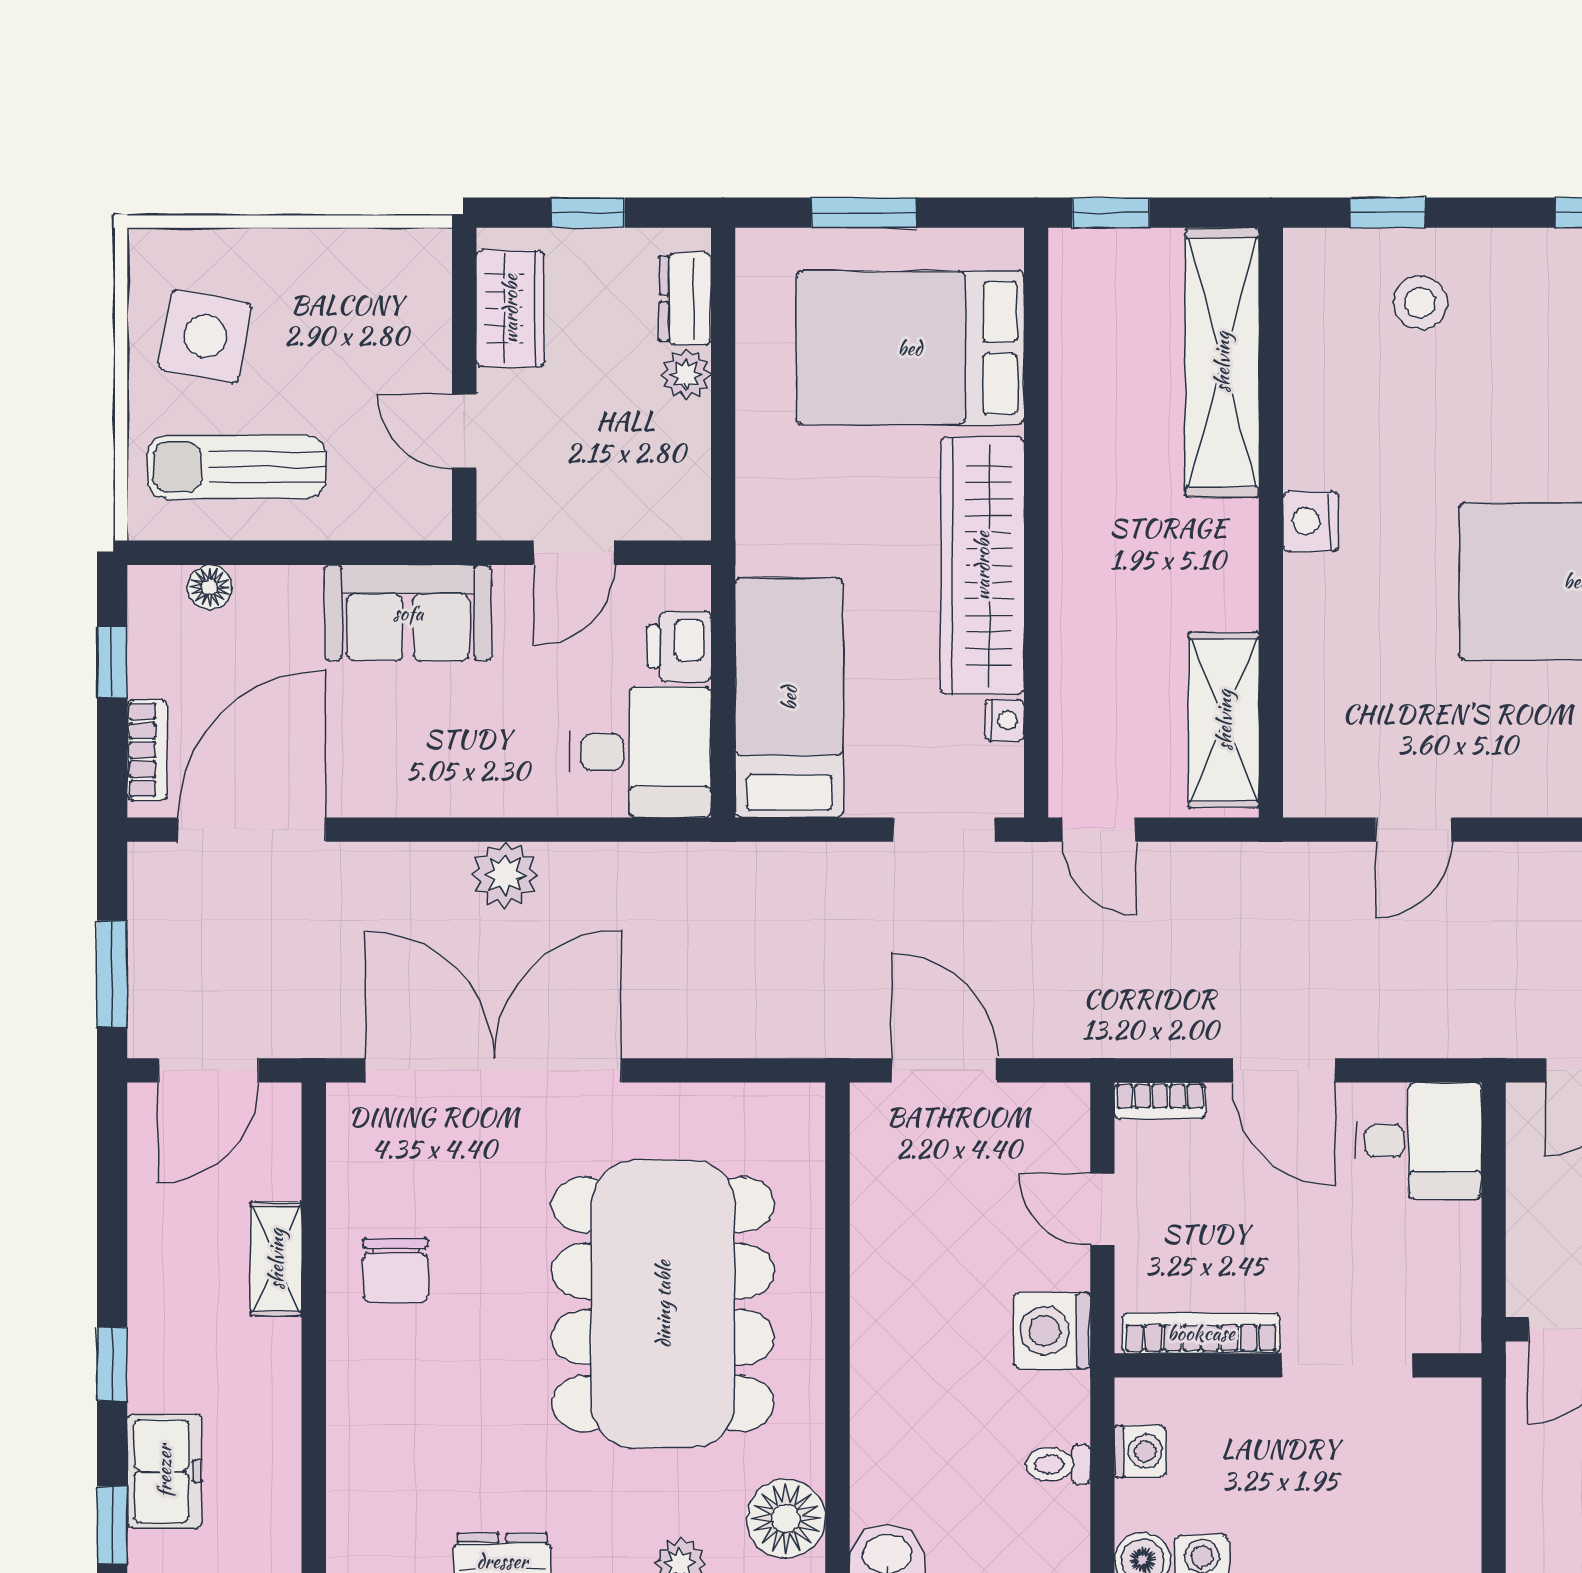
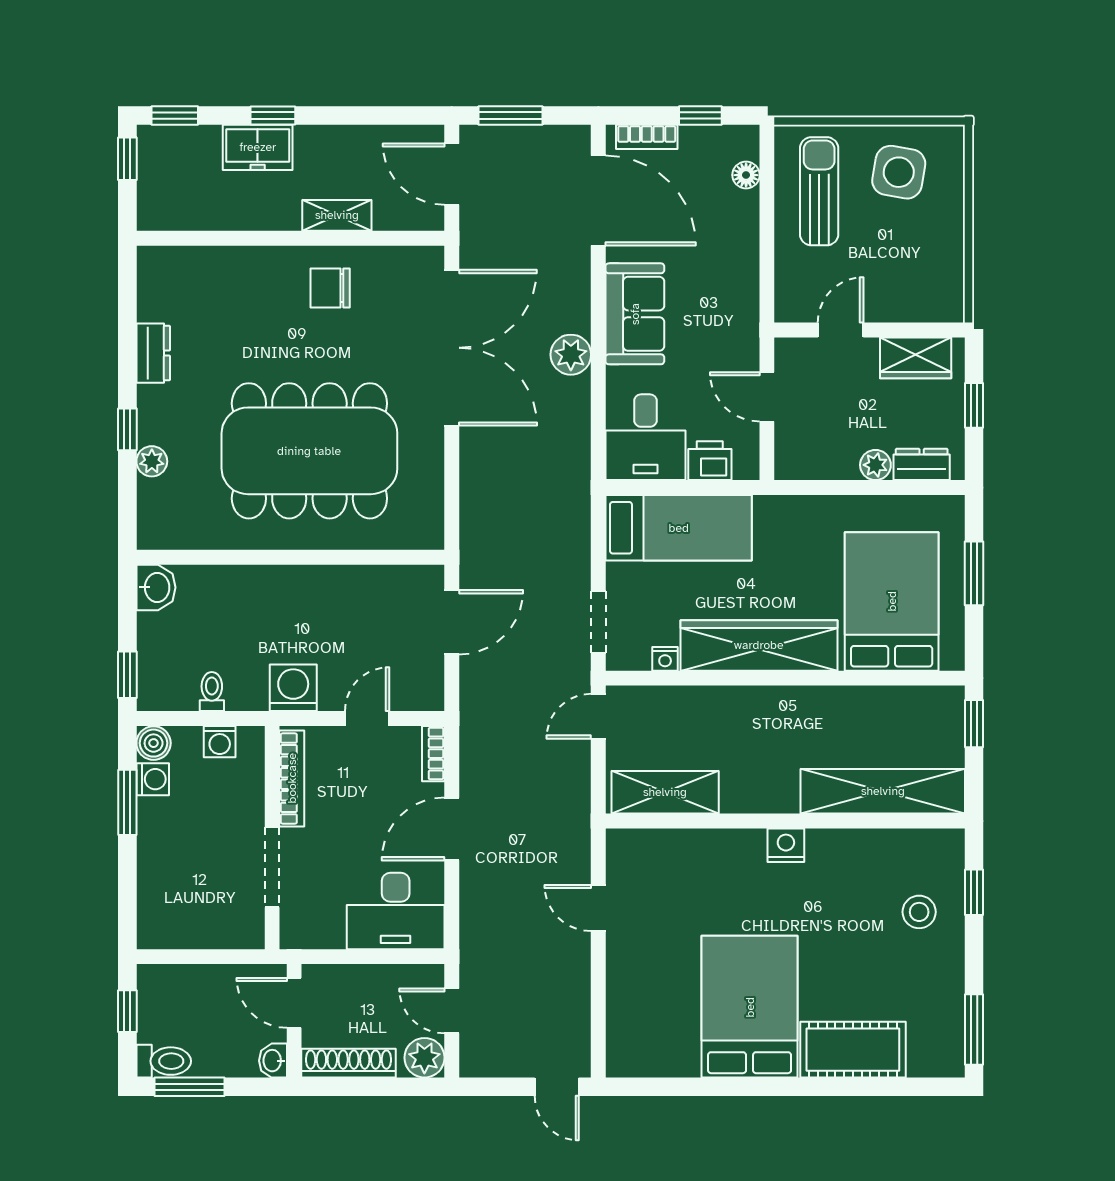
sofa: (408, 613) -> (635, 314), moved, turned 180
desk: (1419, 1141) -> (396, 911), width x1.37
freezer: (164, 1471) -> (258, 147), moved
floor lamp: (786, 1518) -> (179, 526), removed

